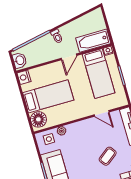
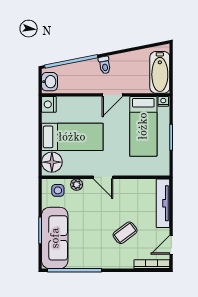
bathtub: (93, 41) -> (160, 72), moved, turned -90
door: (102, 113) -> (103, 177), moved

